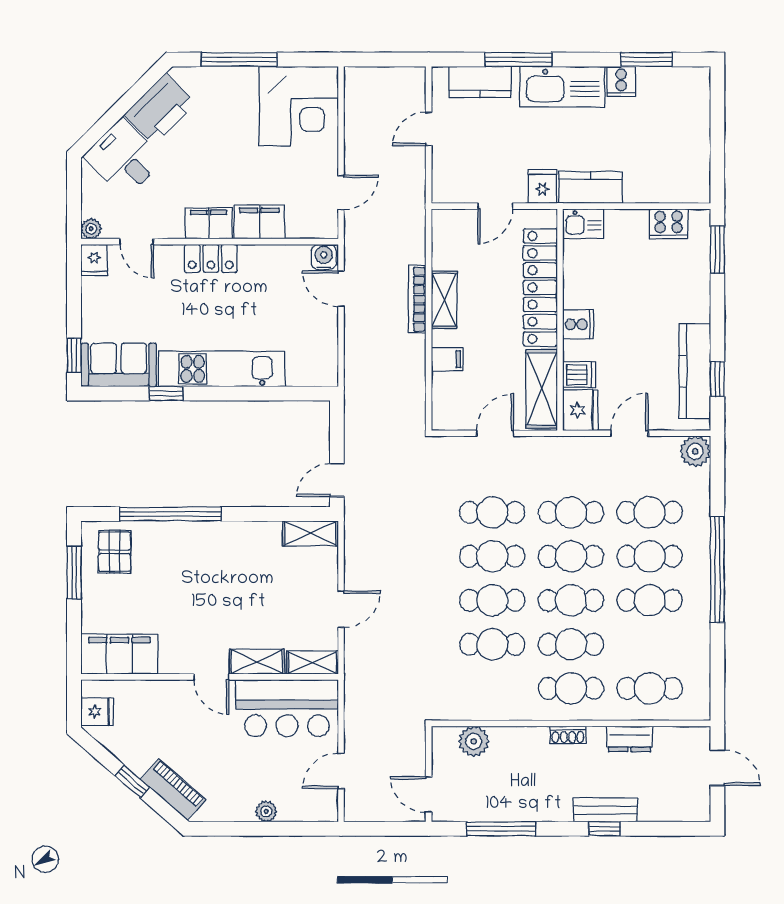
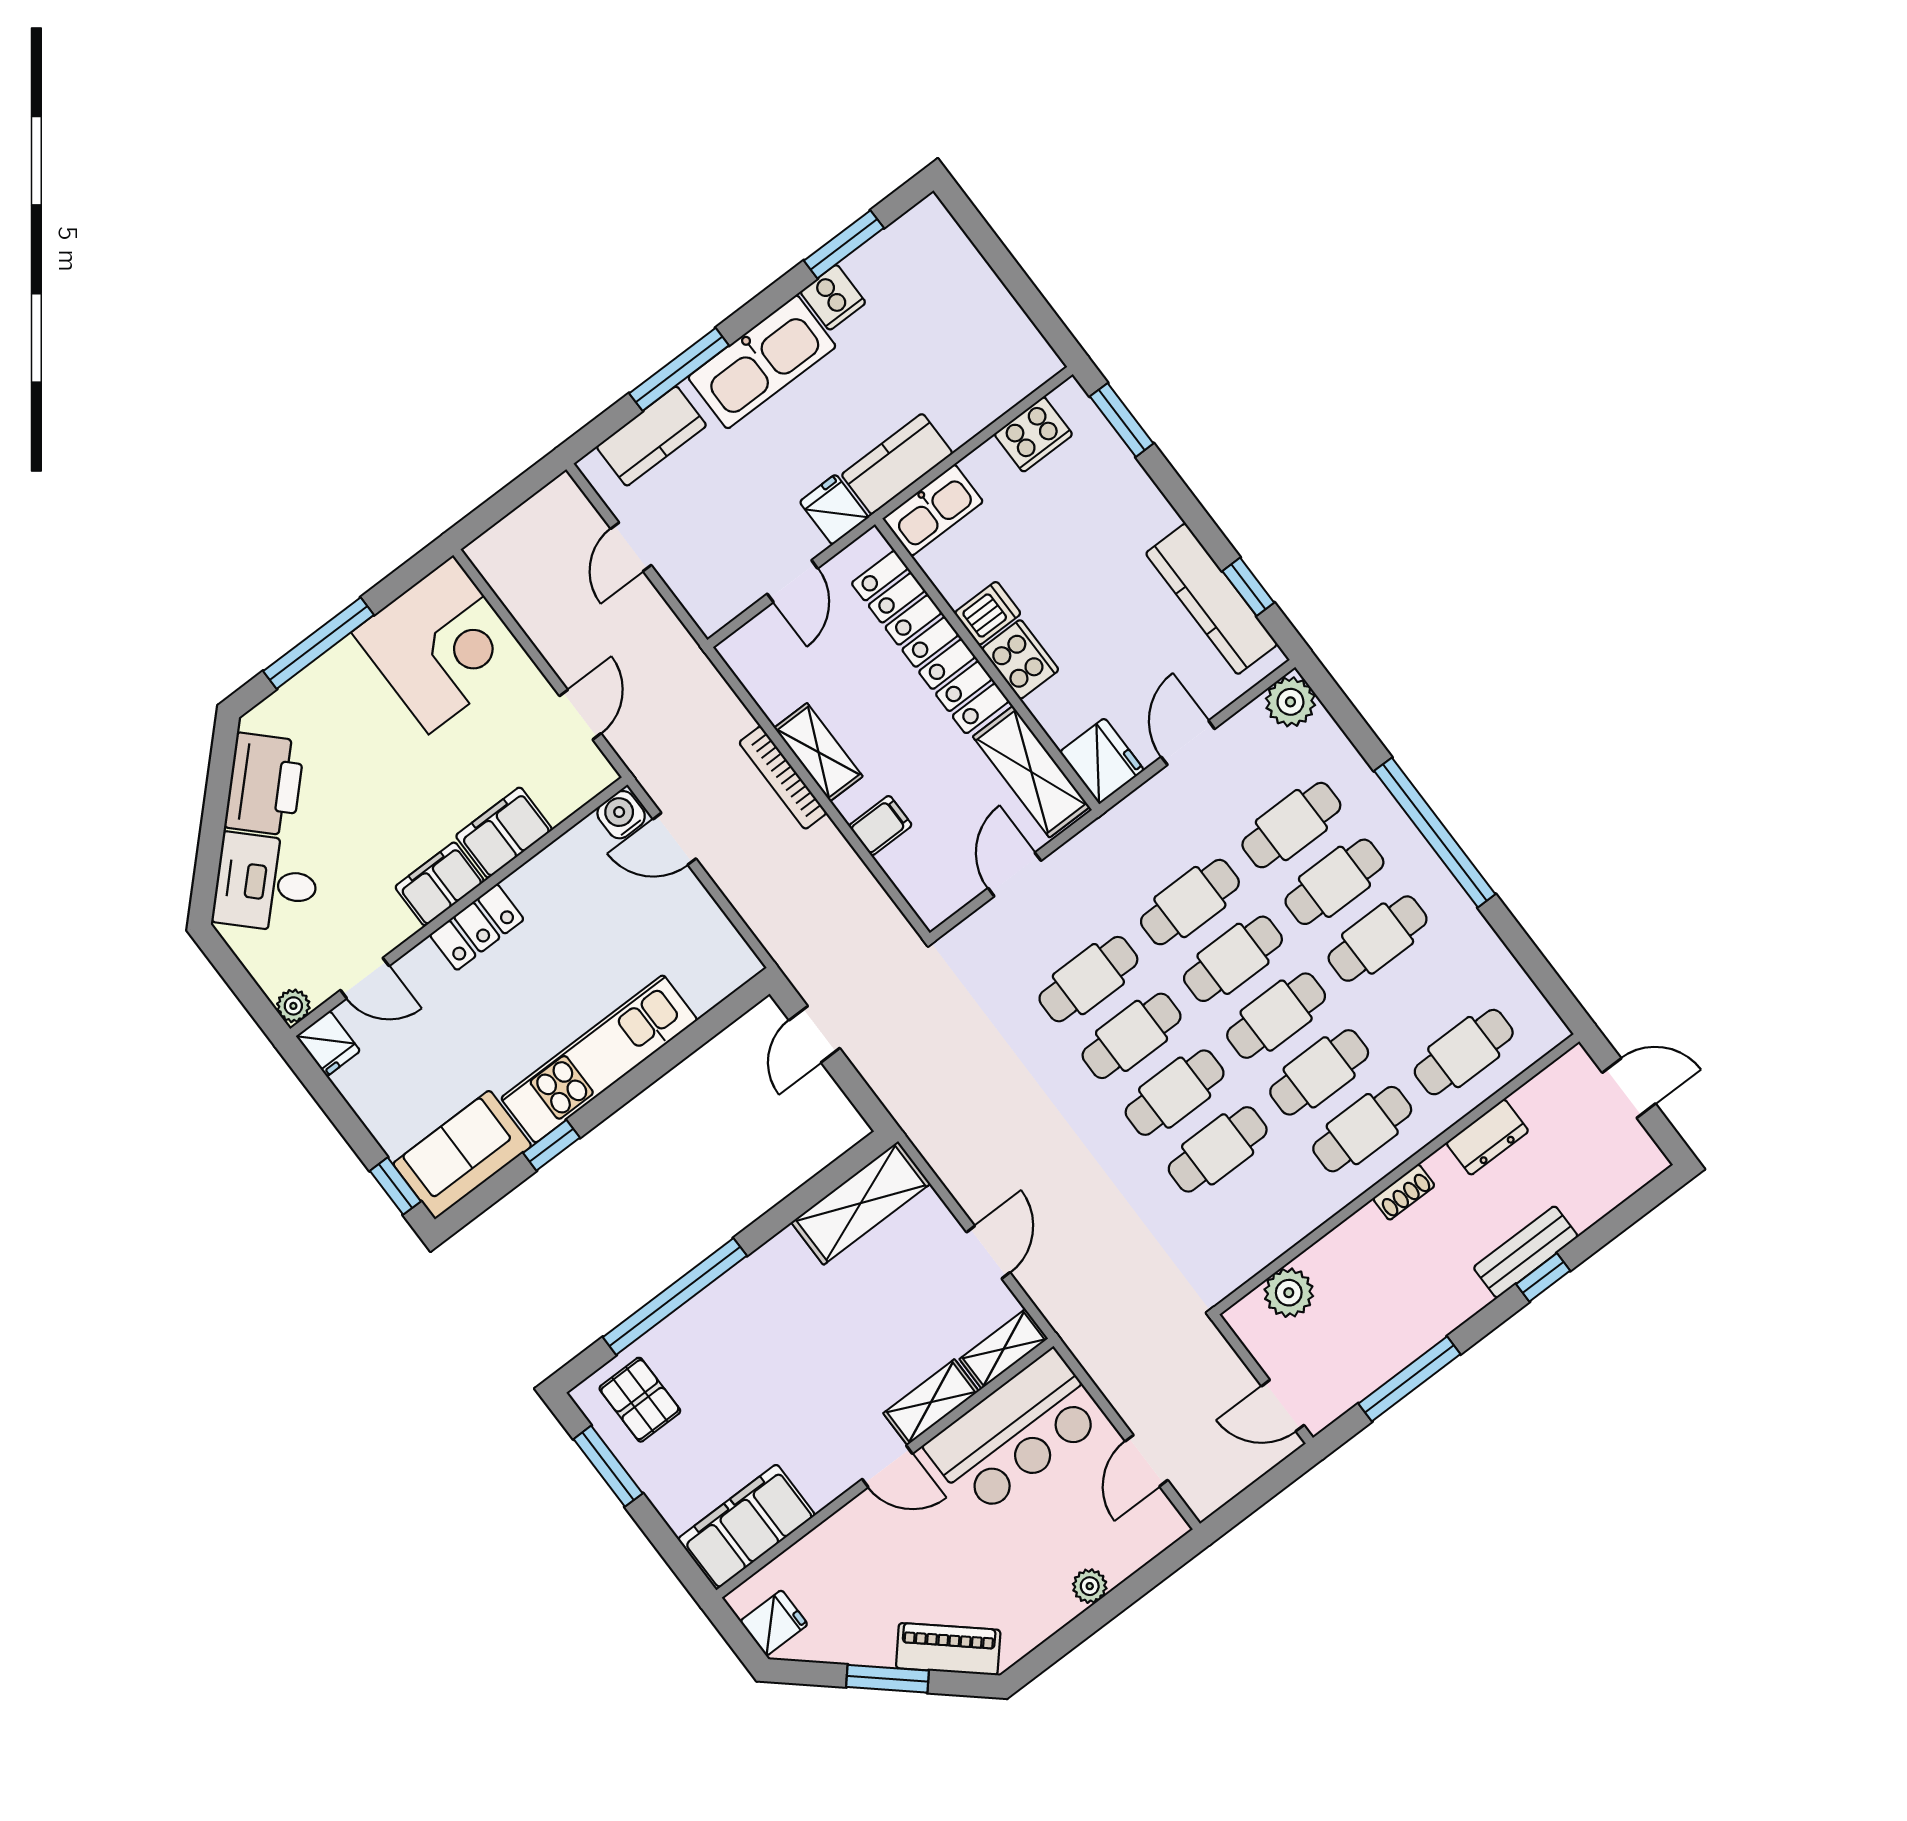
kitchen sink: (583, 224) -> (933, 510), width x1.38
cooker: (578, 324) -> (1020, 659), width x1.36
dishwasher: (579, 375) -> (988, 613), moved
door: (337, 480) -> (814, 1034), moved
shelving: (311, 533) -> (861, 1203), width x1.50, depth x1.33
window: (132, 781) -> (888, 1679), width x1.50

